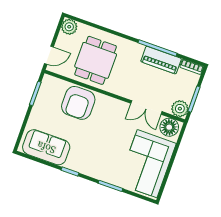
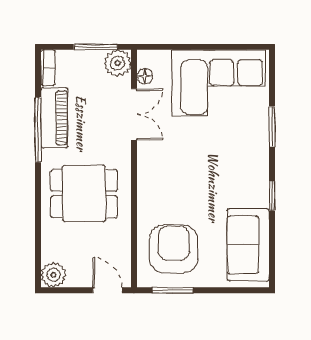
dining table: (96, 60) -> (84, 193), moved
armchair: (78, 103) -> (174, 249), moved, turned -90
floor lamp: (169, 127) -> (145, 76), width x0.53, depth x0.53

